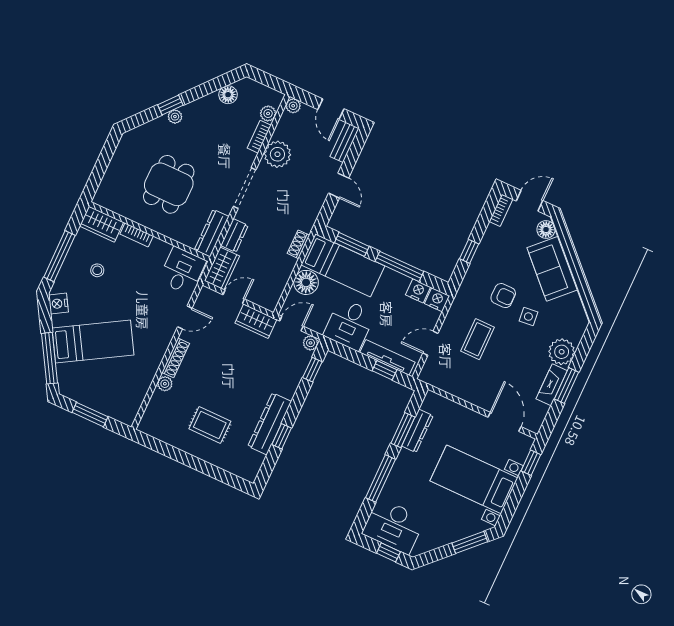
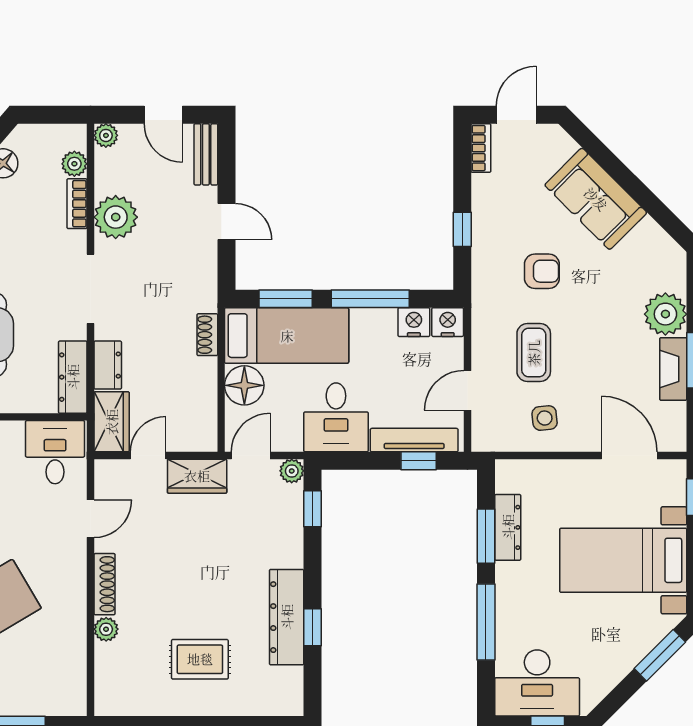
floor lamp: (546, 229) -> (560, 146), removed
side table: (528, 317) -> (545, 418), moved

